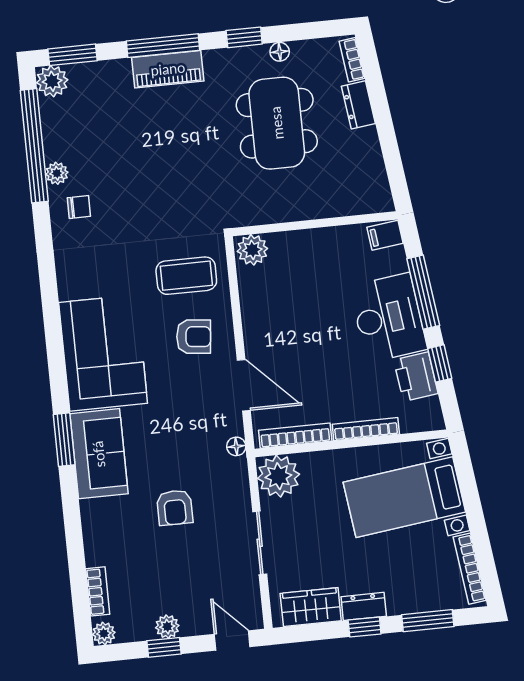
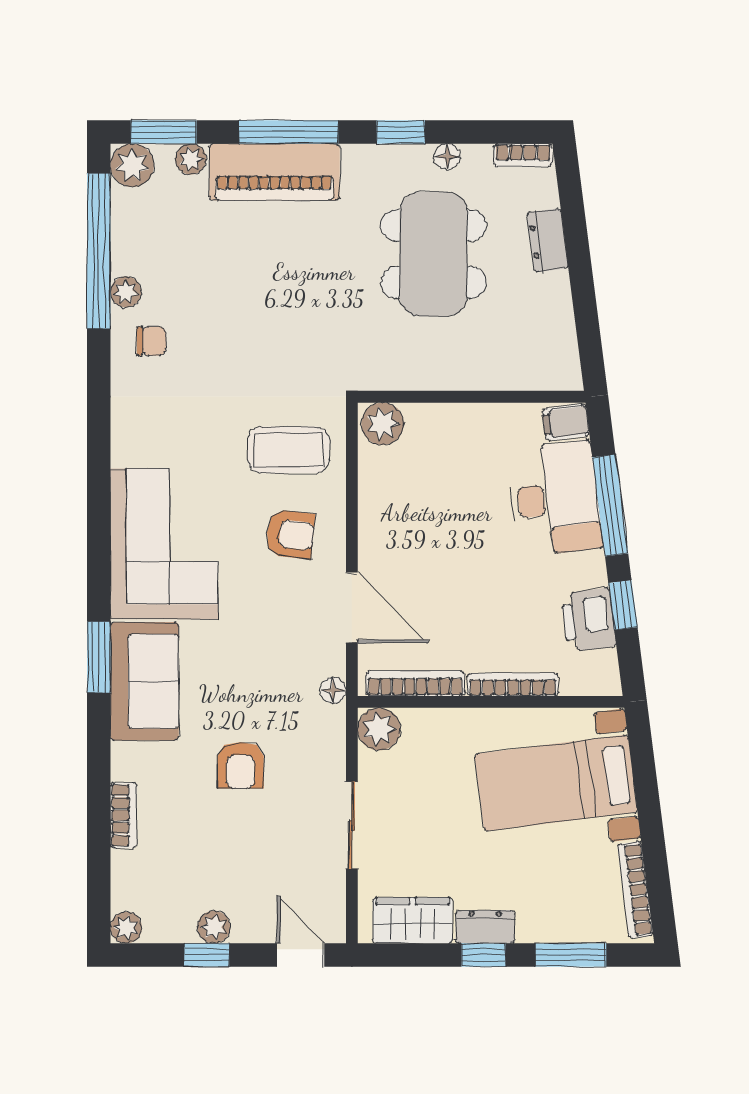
bookcase: (352, 60) -> (523, 155), moved, turned -83
piano: (168, 69) -> (274, 172), width x1.37, depth x1.33
plant: (94, 72) -> (191, 159), added
desk: (388, 318) -> (554, 499), moved
plant: (278, 476) -> (379, 729), width x0.73, depth x0.73
bookcase: (98, 591) -> (124, 815), moved

